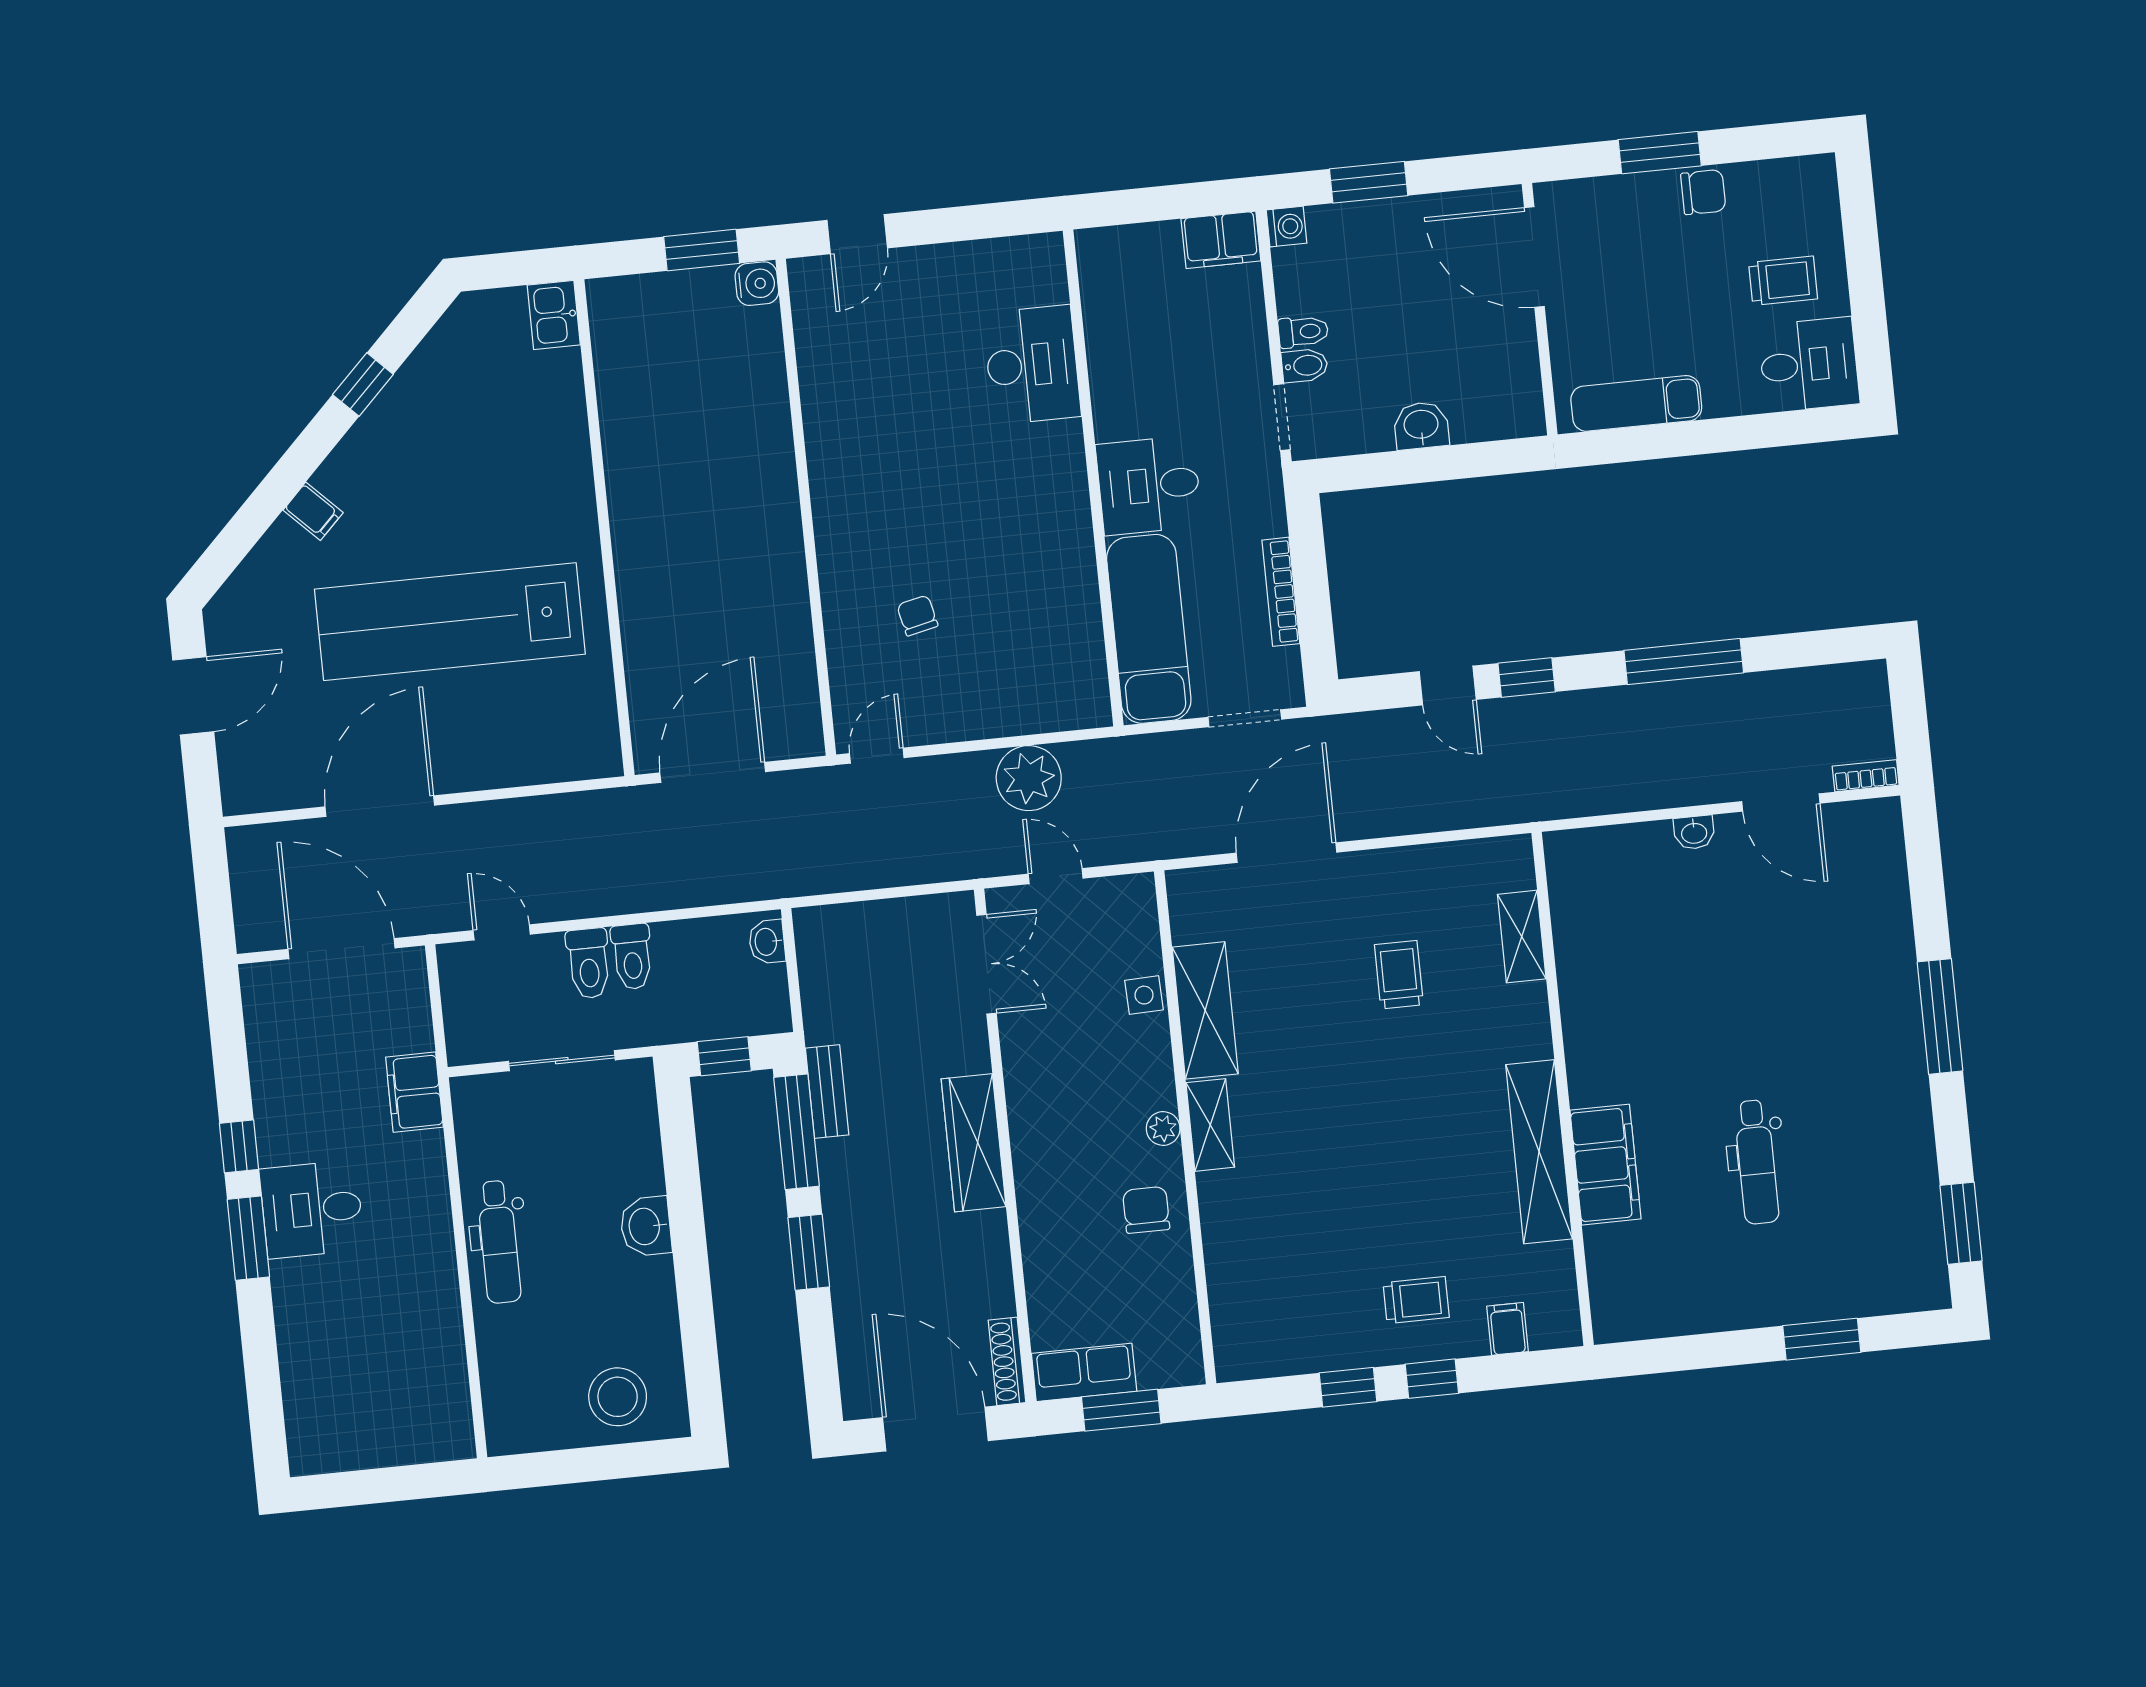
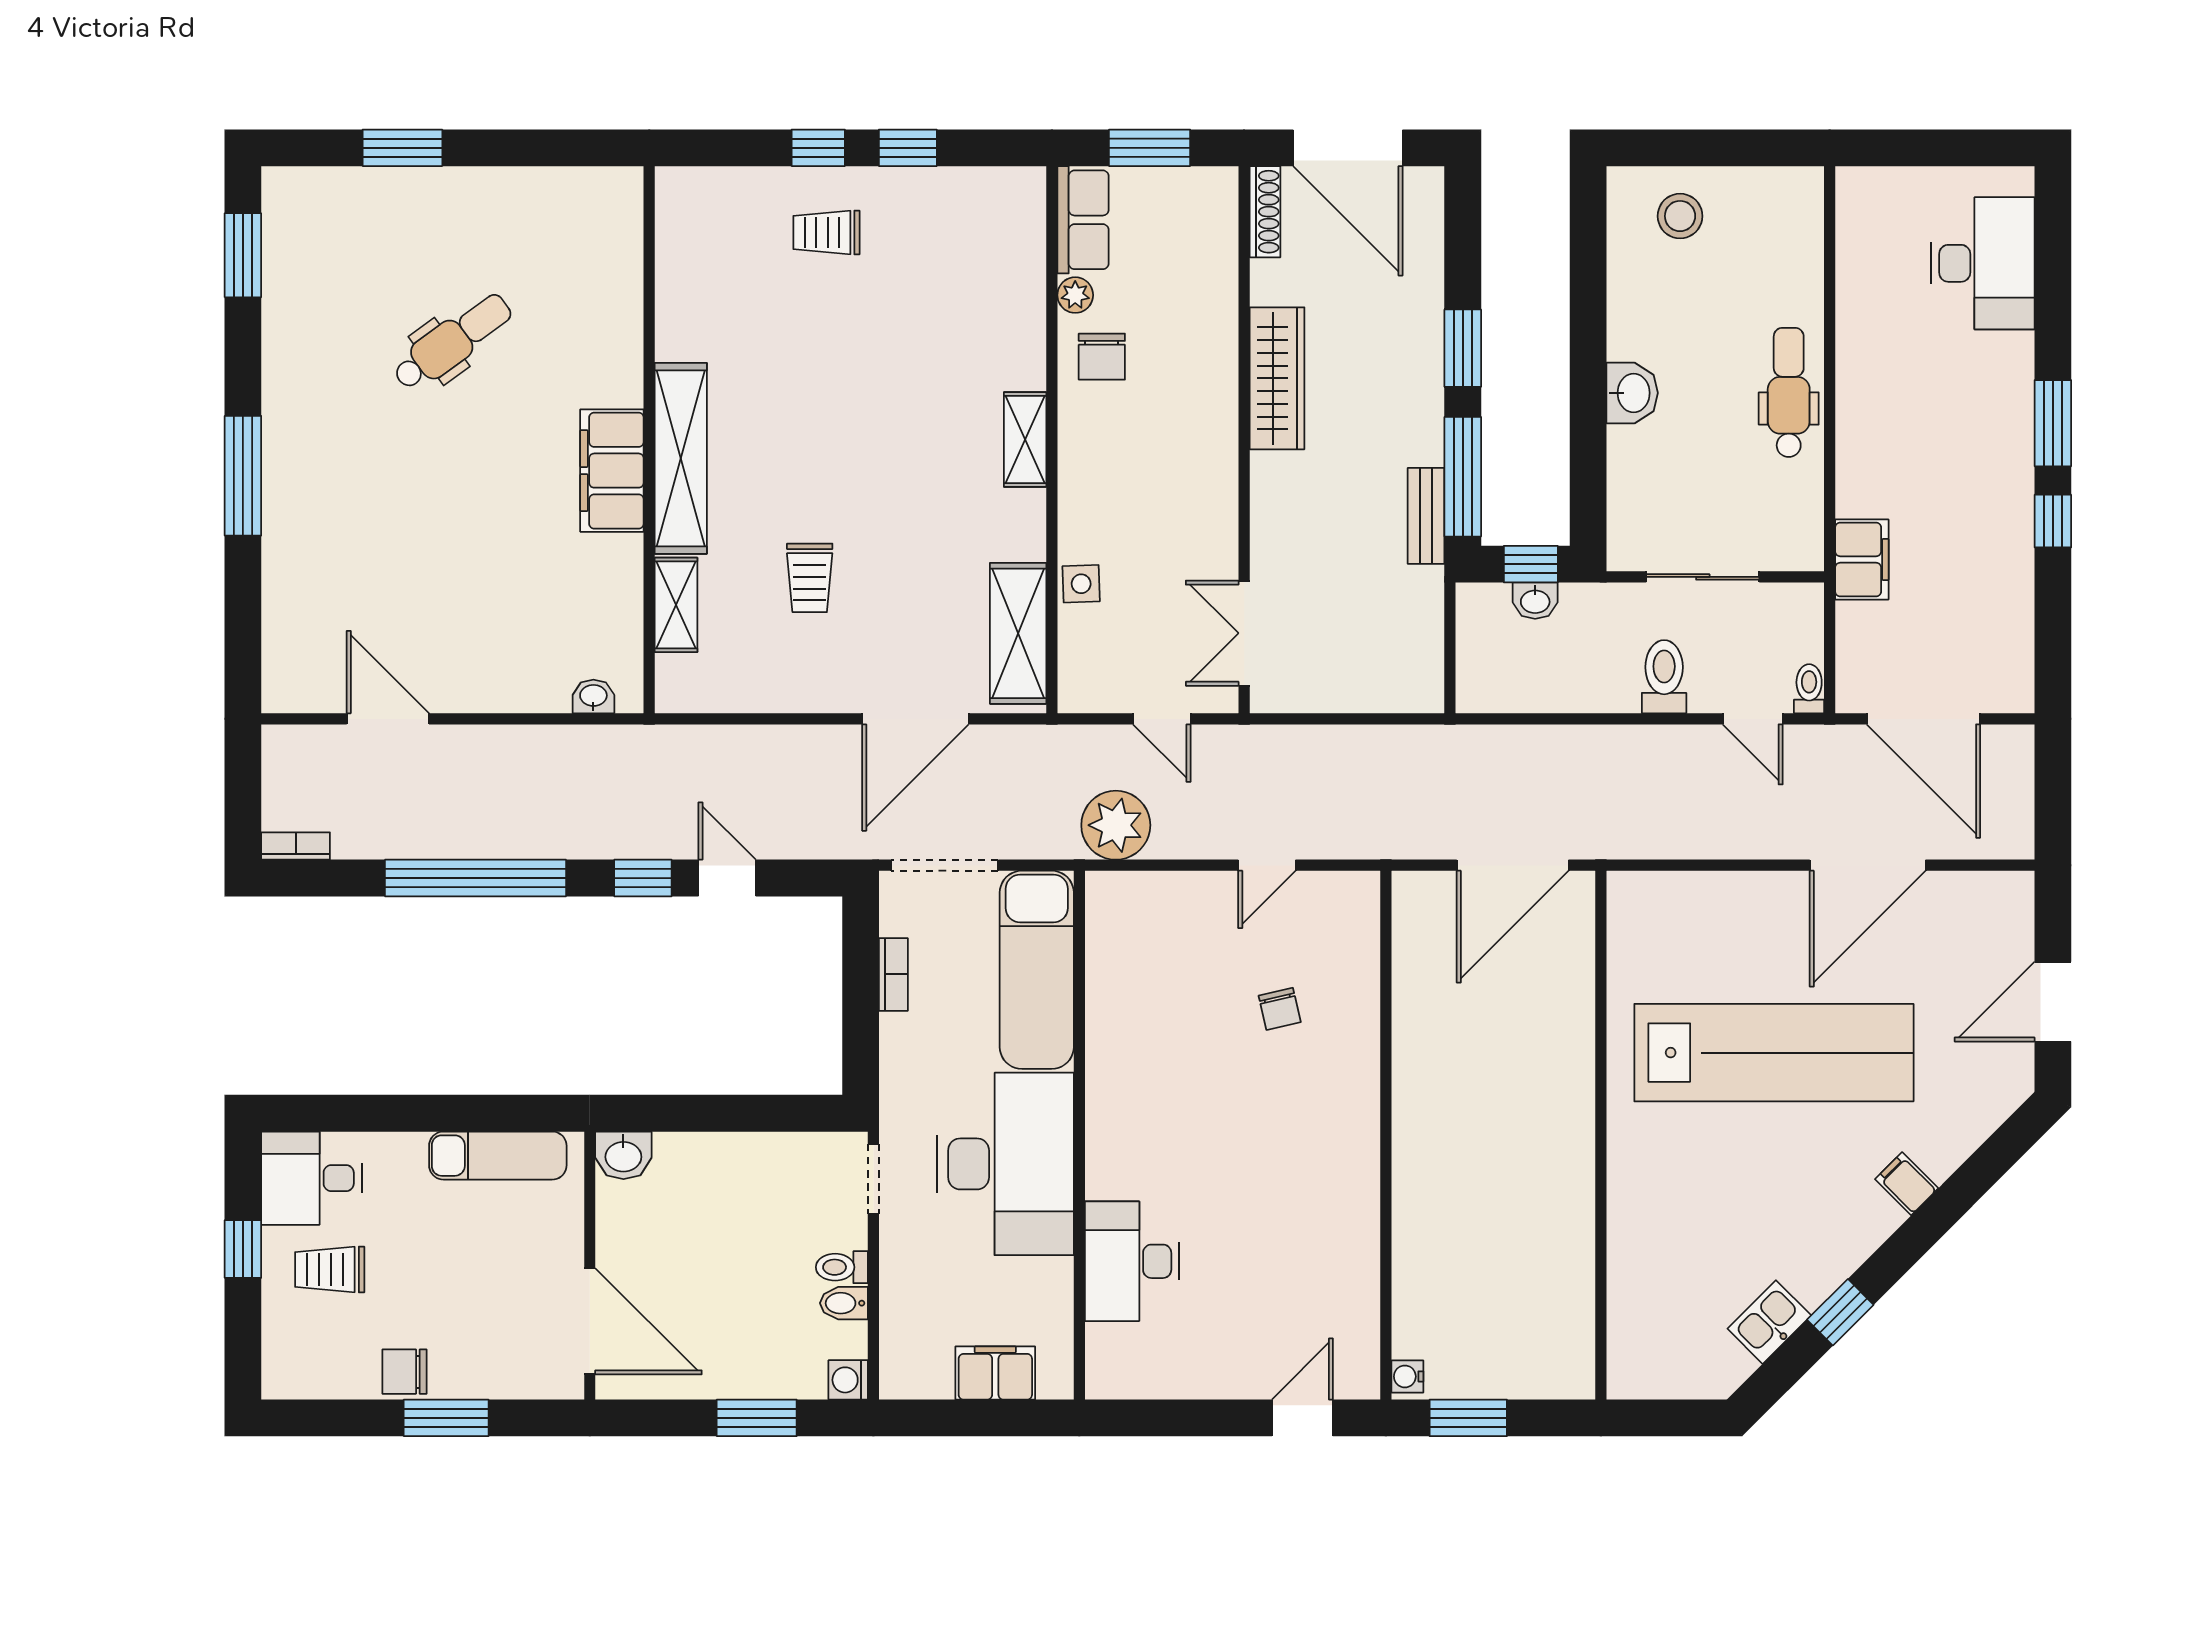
filing cabinet: (1221, 240) -> (995, 1373), moved
water cooler: (757, 284) -> (1407, 1376), width x0.72, depth x0.72
window: (1866, 292) -> (243, 1249), added
kitchen sink: (554, 315) -> (1769, 1322), moved, turned -135
bidet: (1305, 366) -> (844, 1303), moved
washbasin: (1421, 426) -> (623, 1155), moved
desk: (1149, 485) -> (1005, 1164), width x1.87, depth x1.30
bookcase: (1281, 592) -> (893, 974), width x0.64
window: (1684, 662) -> (475, 878), width x1.46
doorway: (1245, 718) -> (945, 865), width x1.38
door: (877, 756) -> (1267, 865), moved
bookcase: (1866, 776) -> (296, 846), moved, turned 180
plant: (1029, 778) -> (1116, 825), moved
washbasin: (1694, 832) -> (593, 696), moved
washbasin: (767, 942) -> (1535, 601), moved, turned 90
toilet: (632, 957) -> (1809, 689), moved, width x0.73, depth x0.72
shelving: (1205, 1010) -> (1018, 633), moved
plant: (1163, 1129) -> (1075, 295), moved
wardrobe: (974, 1143) -> (1277, 378), moved
shelving: (1539, 1152) -> (681, 458), moved
dental chair: (1756, 1162) -> (452, 342), turned 54
filing cabinet: (1606, 1165) -> (612, 471), moved
desk: (312, 1209) -> (1983, 263), moved, width x1.37
filing cabinet: (1508, 1329) -> (733, 192), removed
row of seats: (1084, 1372) -> (1083, 220), moved, turned -90
stool: (618, 1397) -> (1680, 216), width x0.73, depth x0.73

